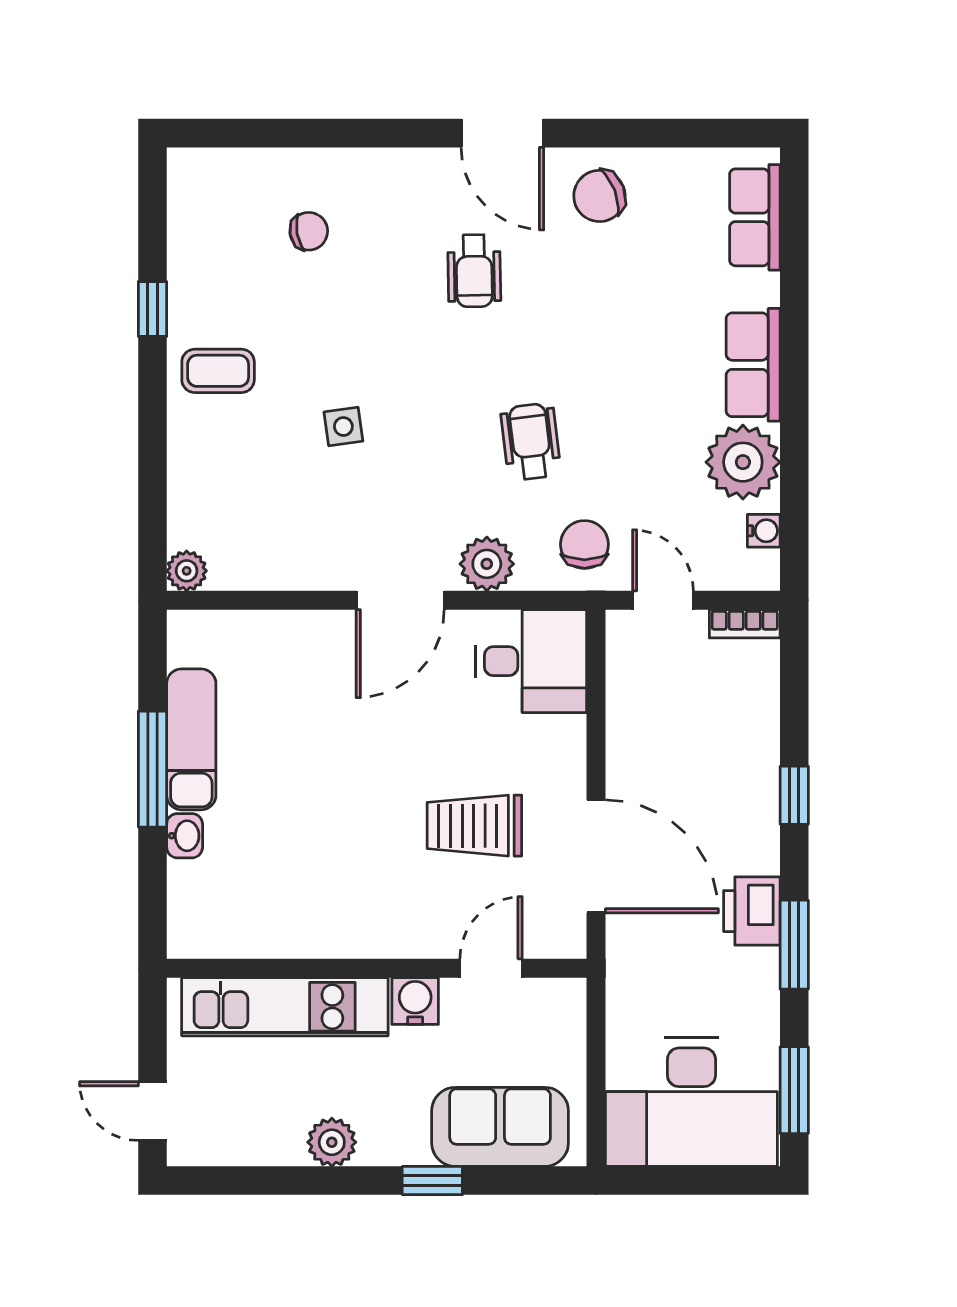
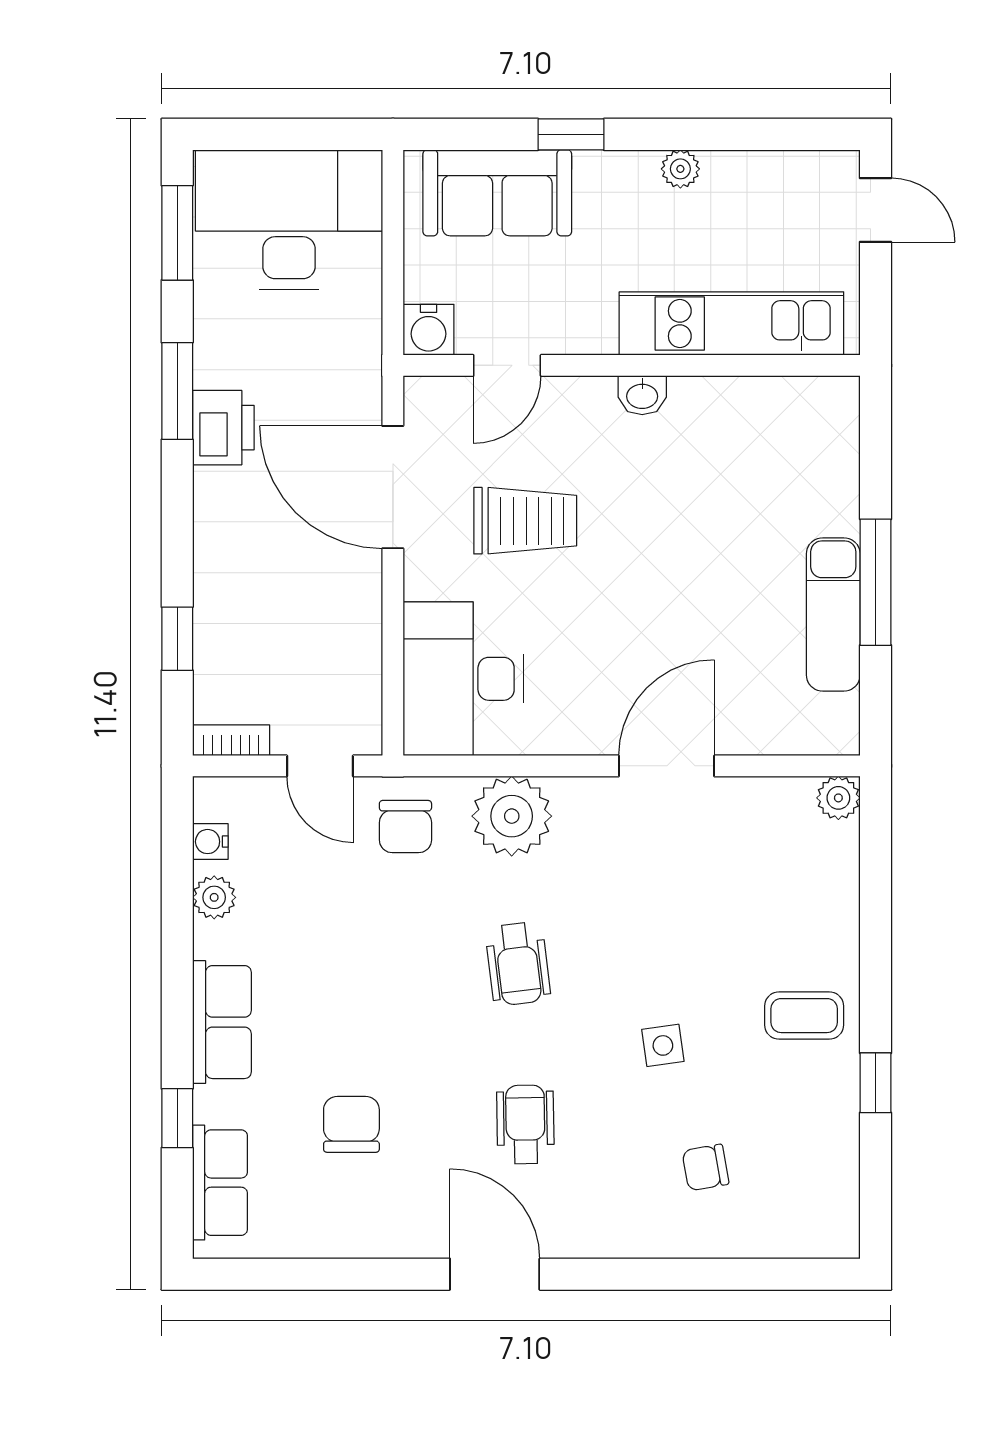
chair: (599, 196) -> (351, 1124), moved, turned -69
window: (794, 277) -> (177, 1118), added
side table: (343, 427) -> (663, 1045), moved
wheelchair: (531, 442) -> (518, 964), moved
plant: (743, 462) -> (214, 897), width x0.53, depth x0.53
plant: (487, 564) -> (512, 816), width x1.36, depth x1.36
door: (400, 600) -> (667, 766), moved
desk: (531, 661) -> (464, 679), width x1.37
window: (794, 795) -> (177, 639), moved
washbasin: (185, 836) -> (642, 395), moved, turned -90
water cooler: (415, 1001) -> (429, 330), moved
plant: (332, 1142) -> (680, 169), width x0.73, depth x0.73

